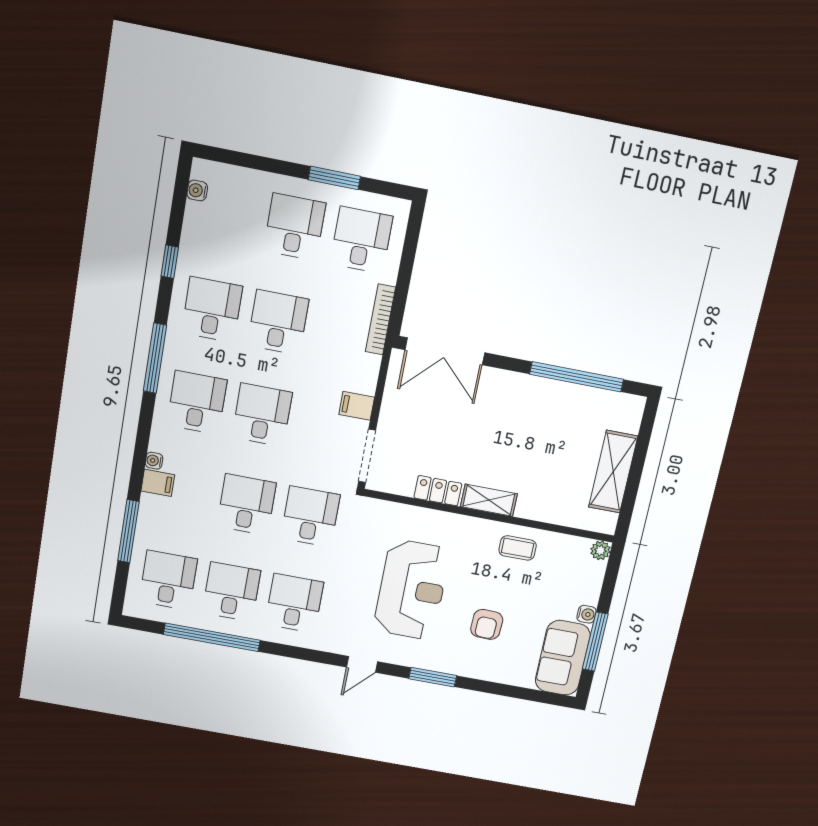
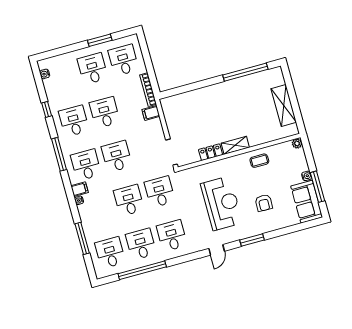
double door: (445, 351) -> (183, 89), removed
filing cabinet: (357, 406) -> (151, 113), moved
filing cabinet: (158, 483) -> (80, 189), moved

